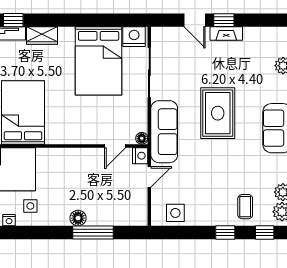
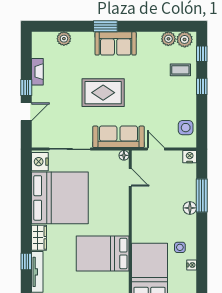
fireplace: (226, 33) -> (37, 72), moved
bed: (99, 61) -> (60, 198), width x1.36
nightstand: (140, 156) -> (190, 157), moved

